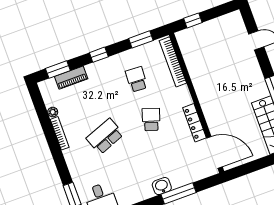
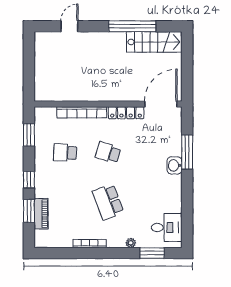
window: (193, 20) -> (29, 79), removed
bookcase: (173, 62) -> (82, 112), moved
window: (58, 70) -> (29, 211), moved
plant: (53, 112) -> (131, 243), moved

